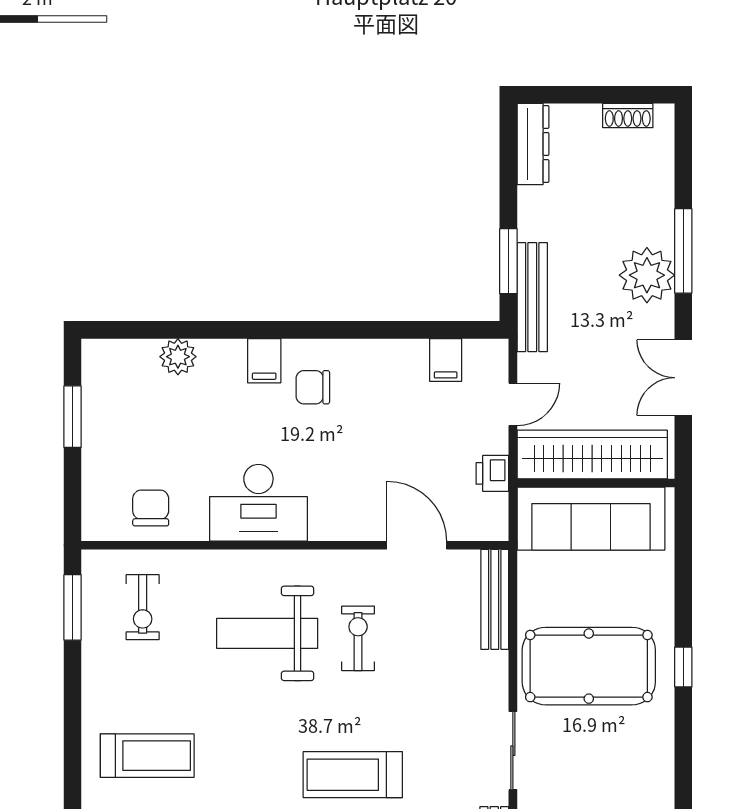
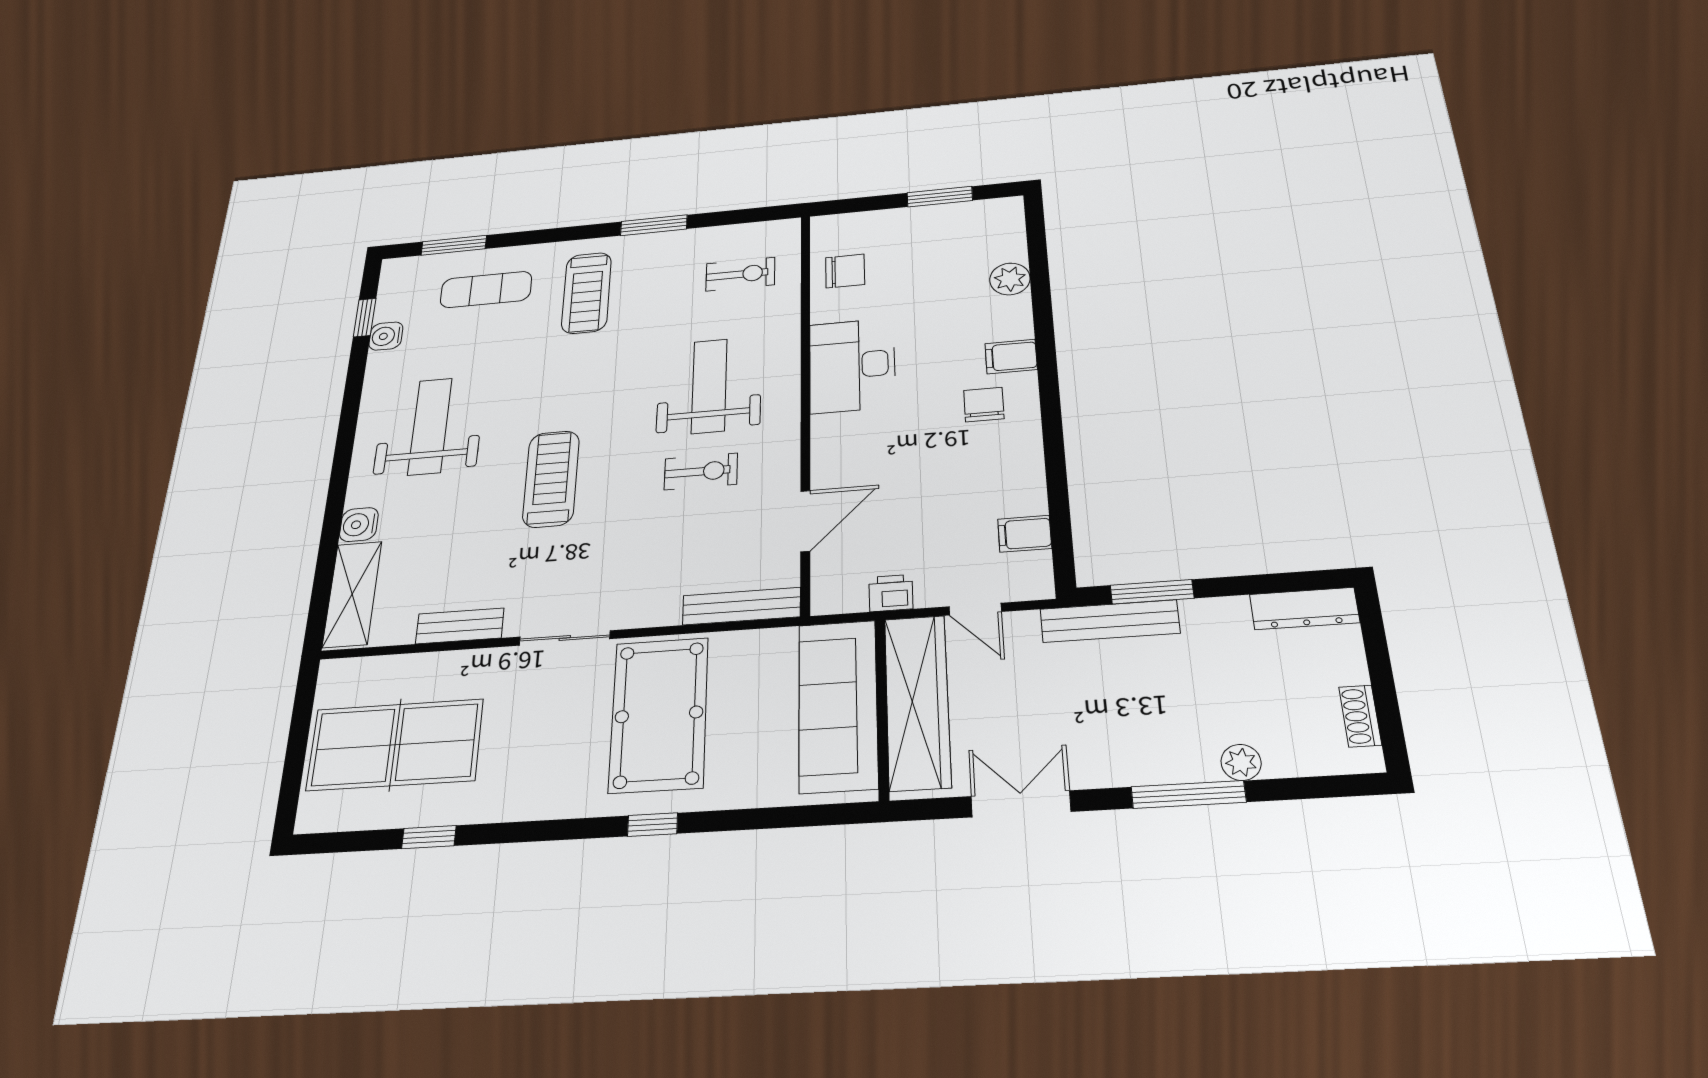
plant: (647, 275) -> (1241, 762), moved, width x0.53, depth x0.53
window: (73, 607) -> (654, 225), moved
exercise bike: (143, 607) -> (740, 274), turned 180

